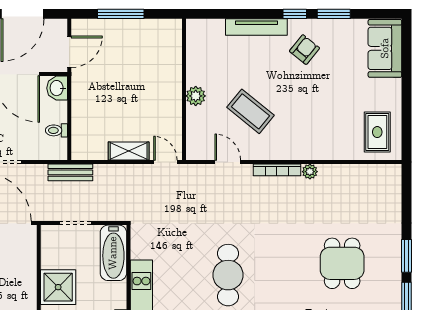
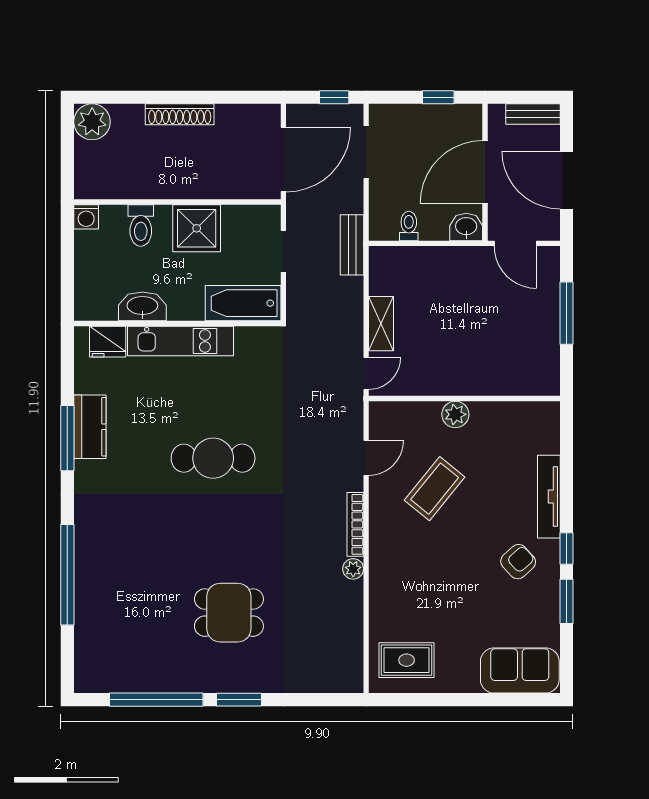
armchair: (304, 50) -> (518, 562), turned -81

